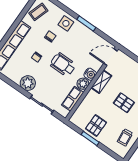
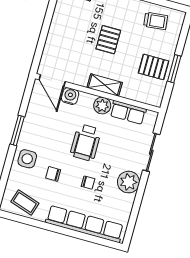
water cooler: (90, 74) -> (70, 96), moved
shelving: (101, 82) -> (105, 85), moved

